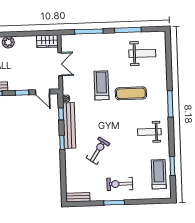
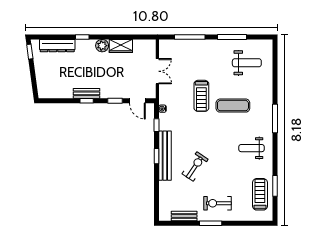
wardrobe: (47, 41) -> (121, 46), moved
treadmill: (101, 85) -> (201, 96), turned 180
bench: (69, 126) -> (165, 156), moved
bench: (78, 197) -> (184, 216), moved

